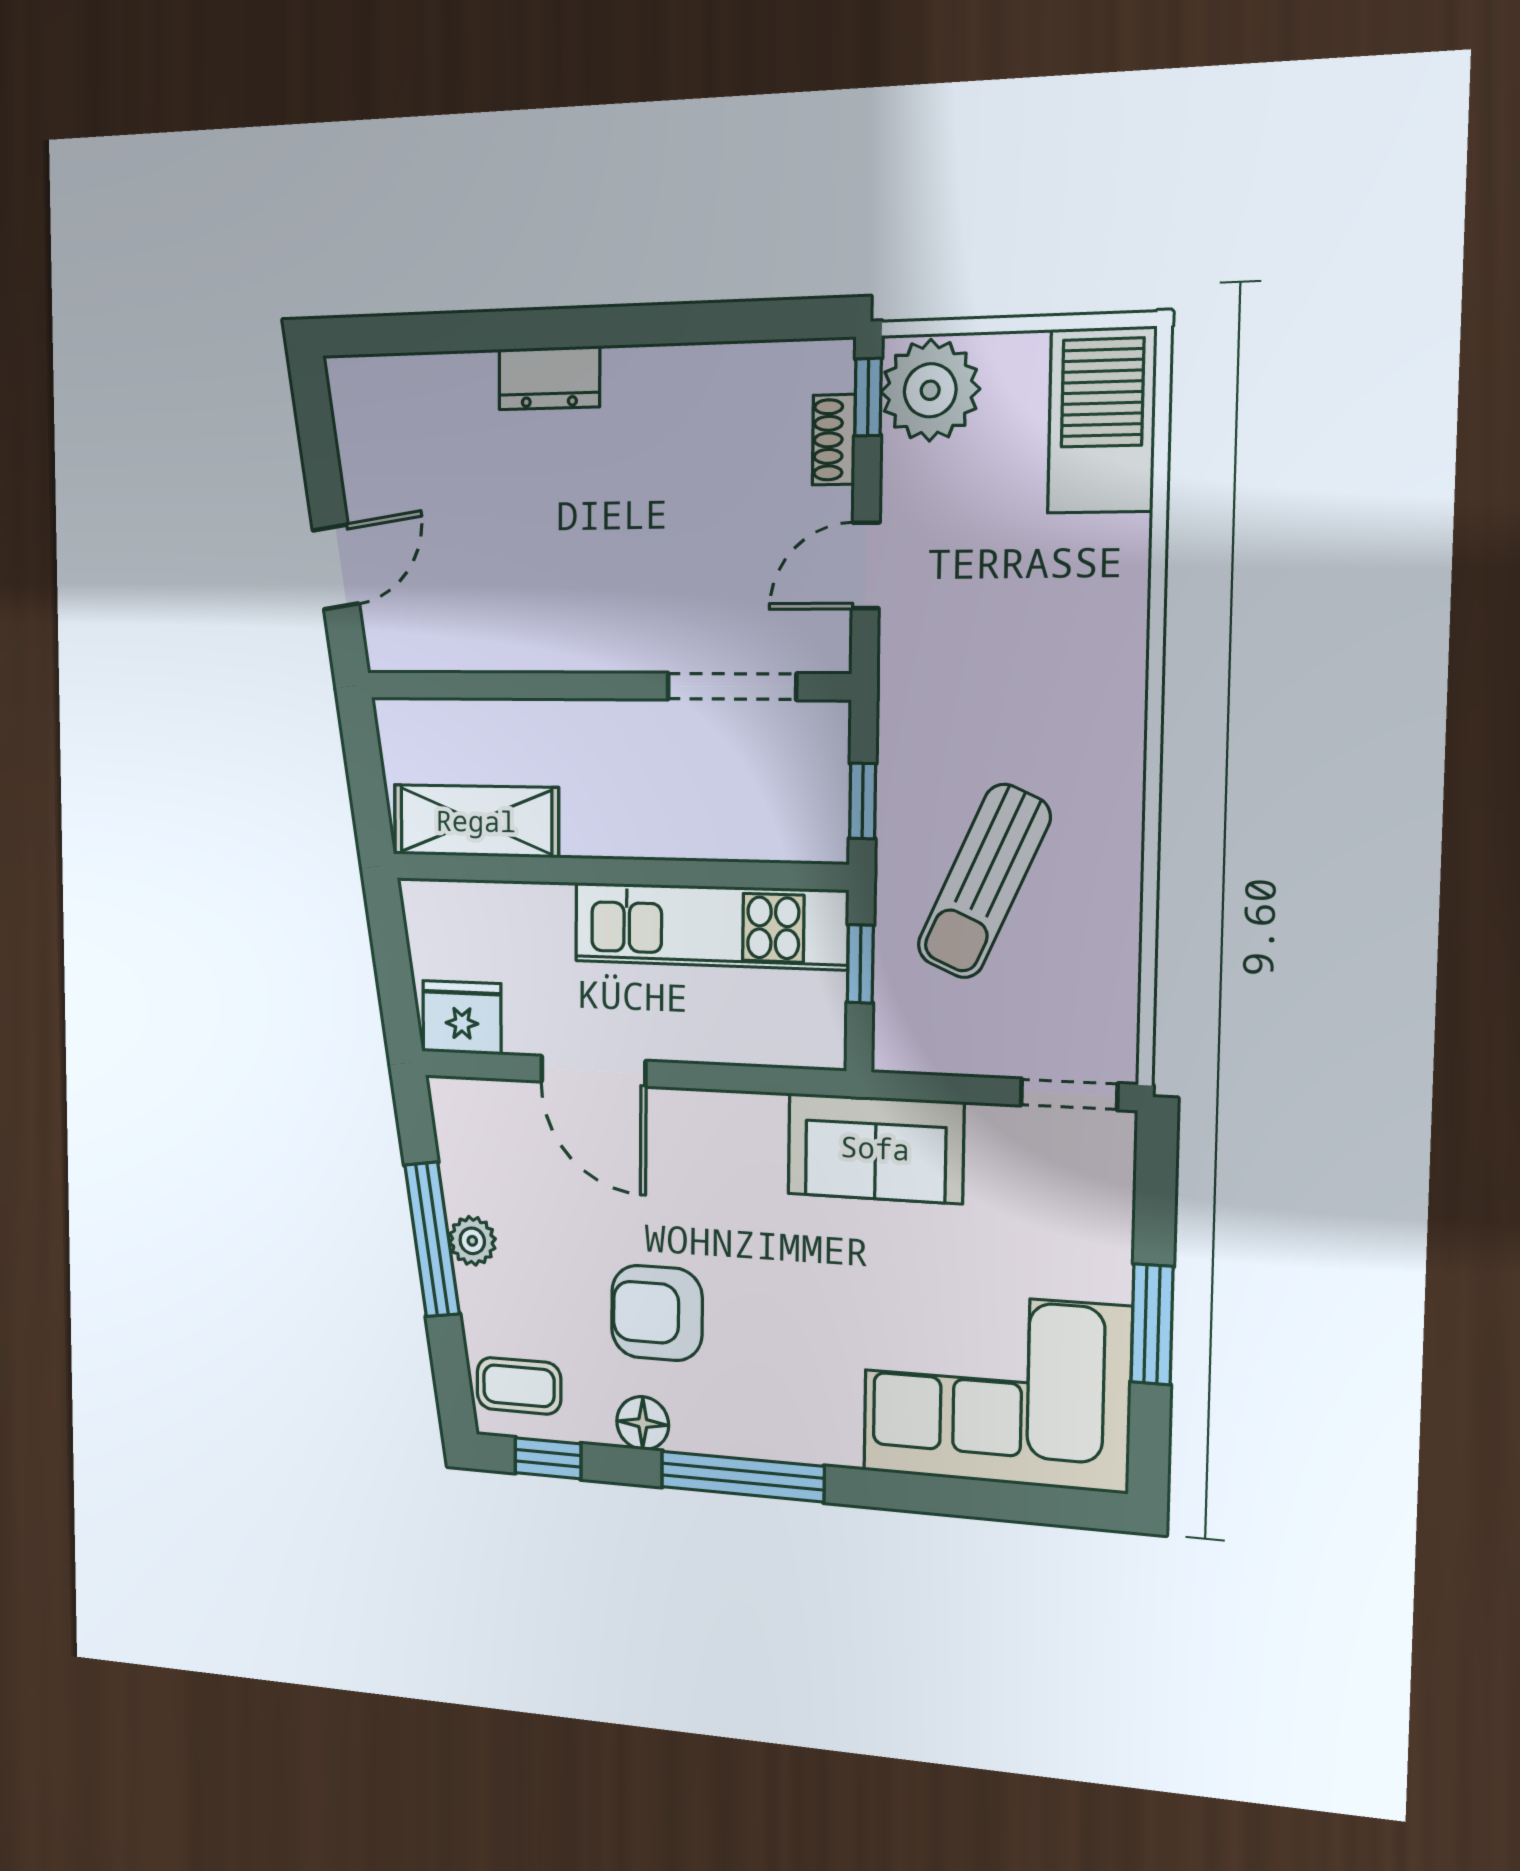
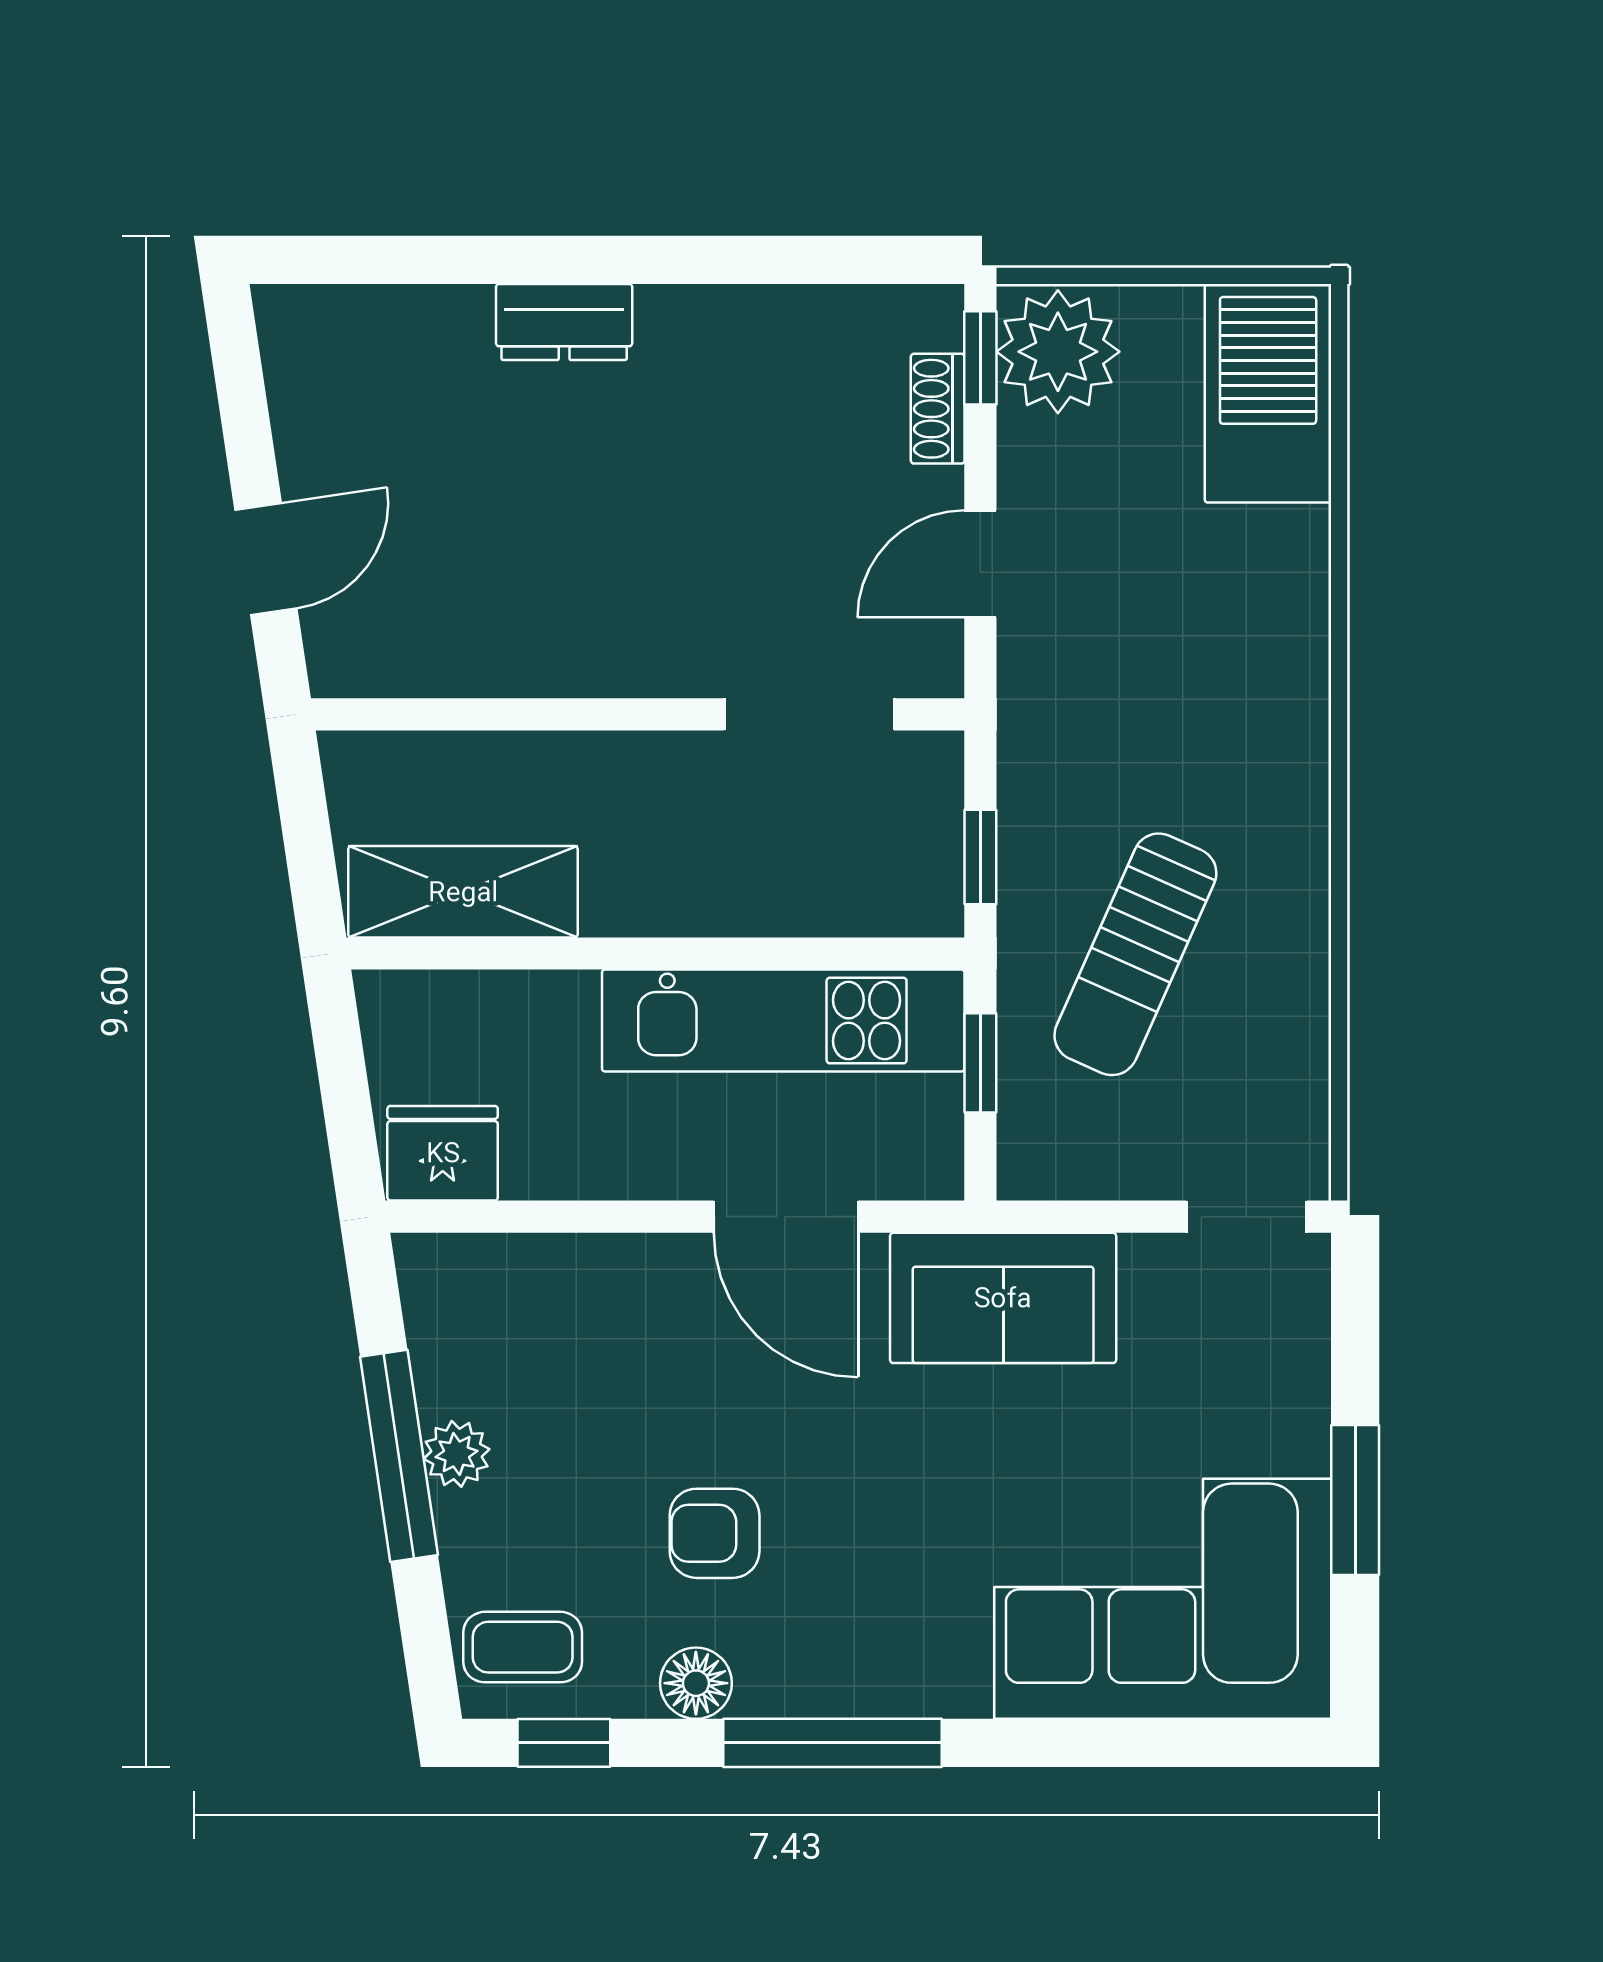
door: (593, 1071) -> (786, 1217), moved
armchair: (657, 1313) -> (715, 1533), width x0.72, depth x0.72

